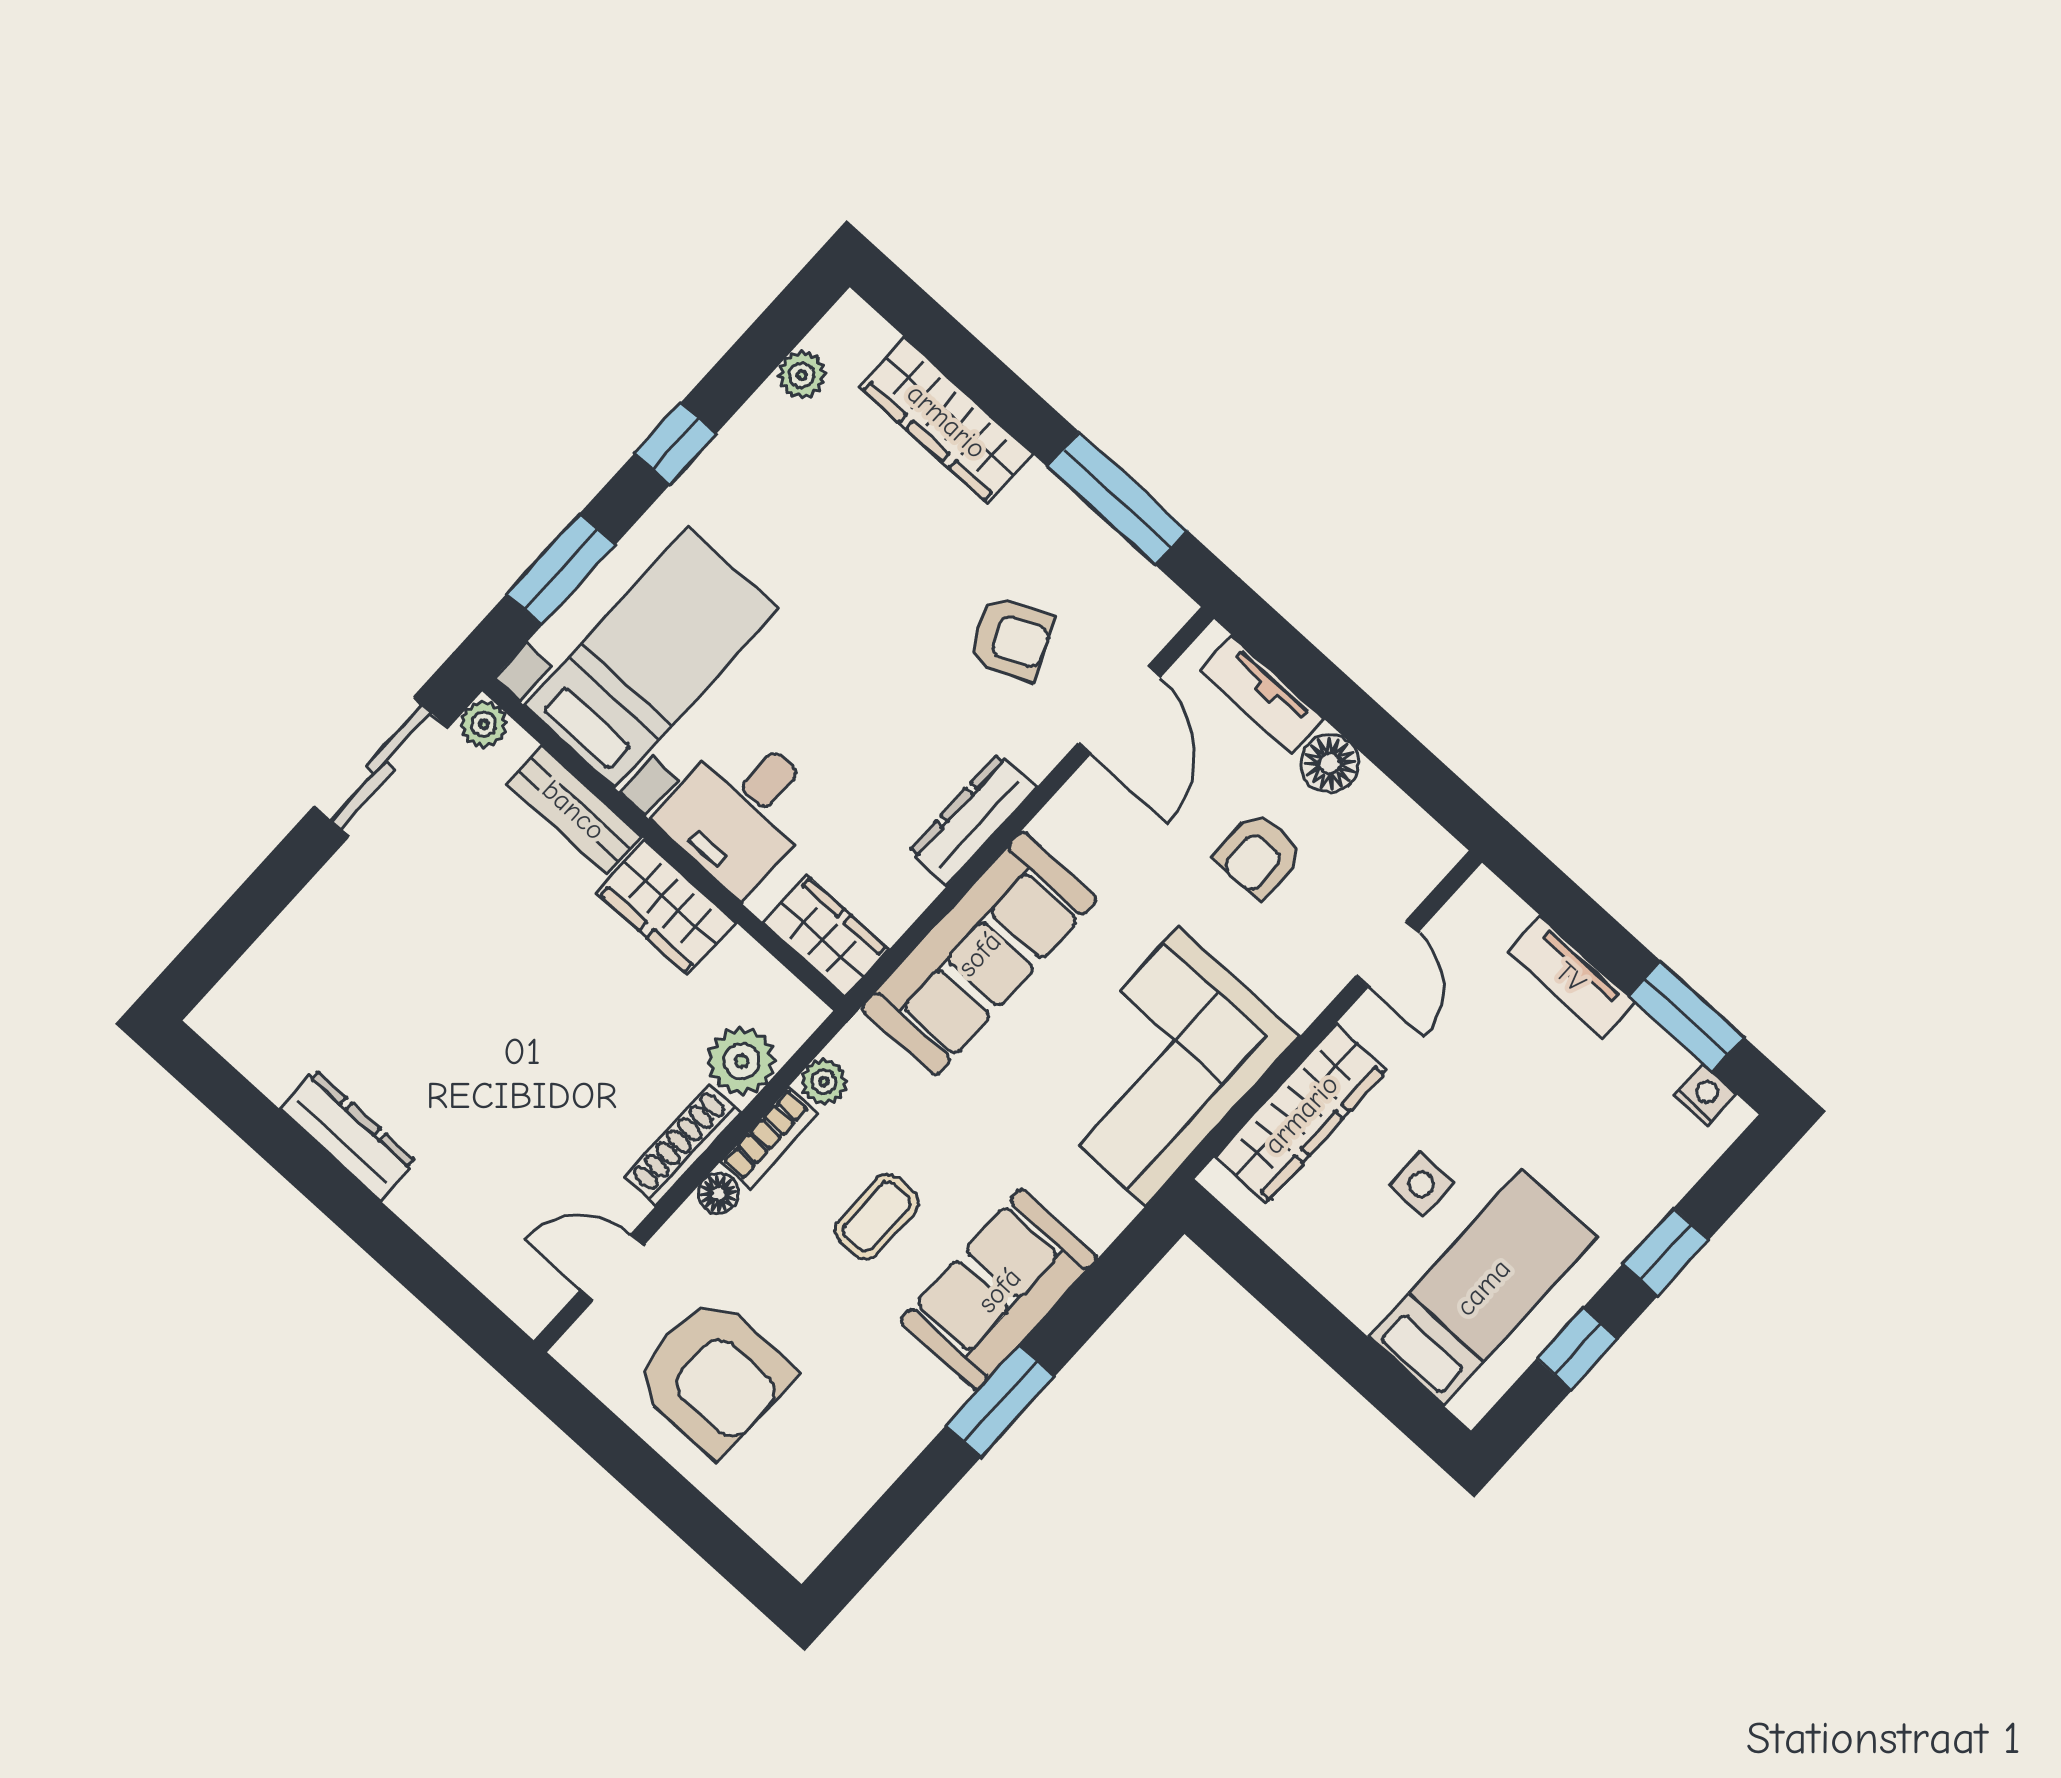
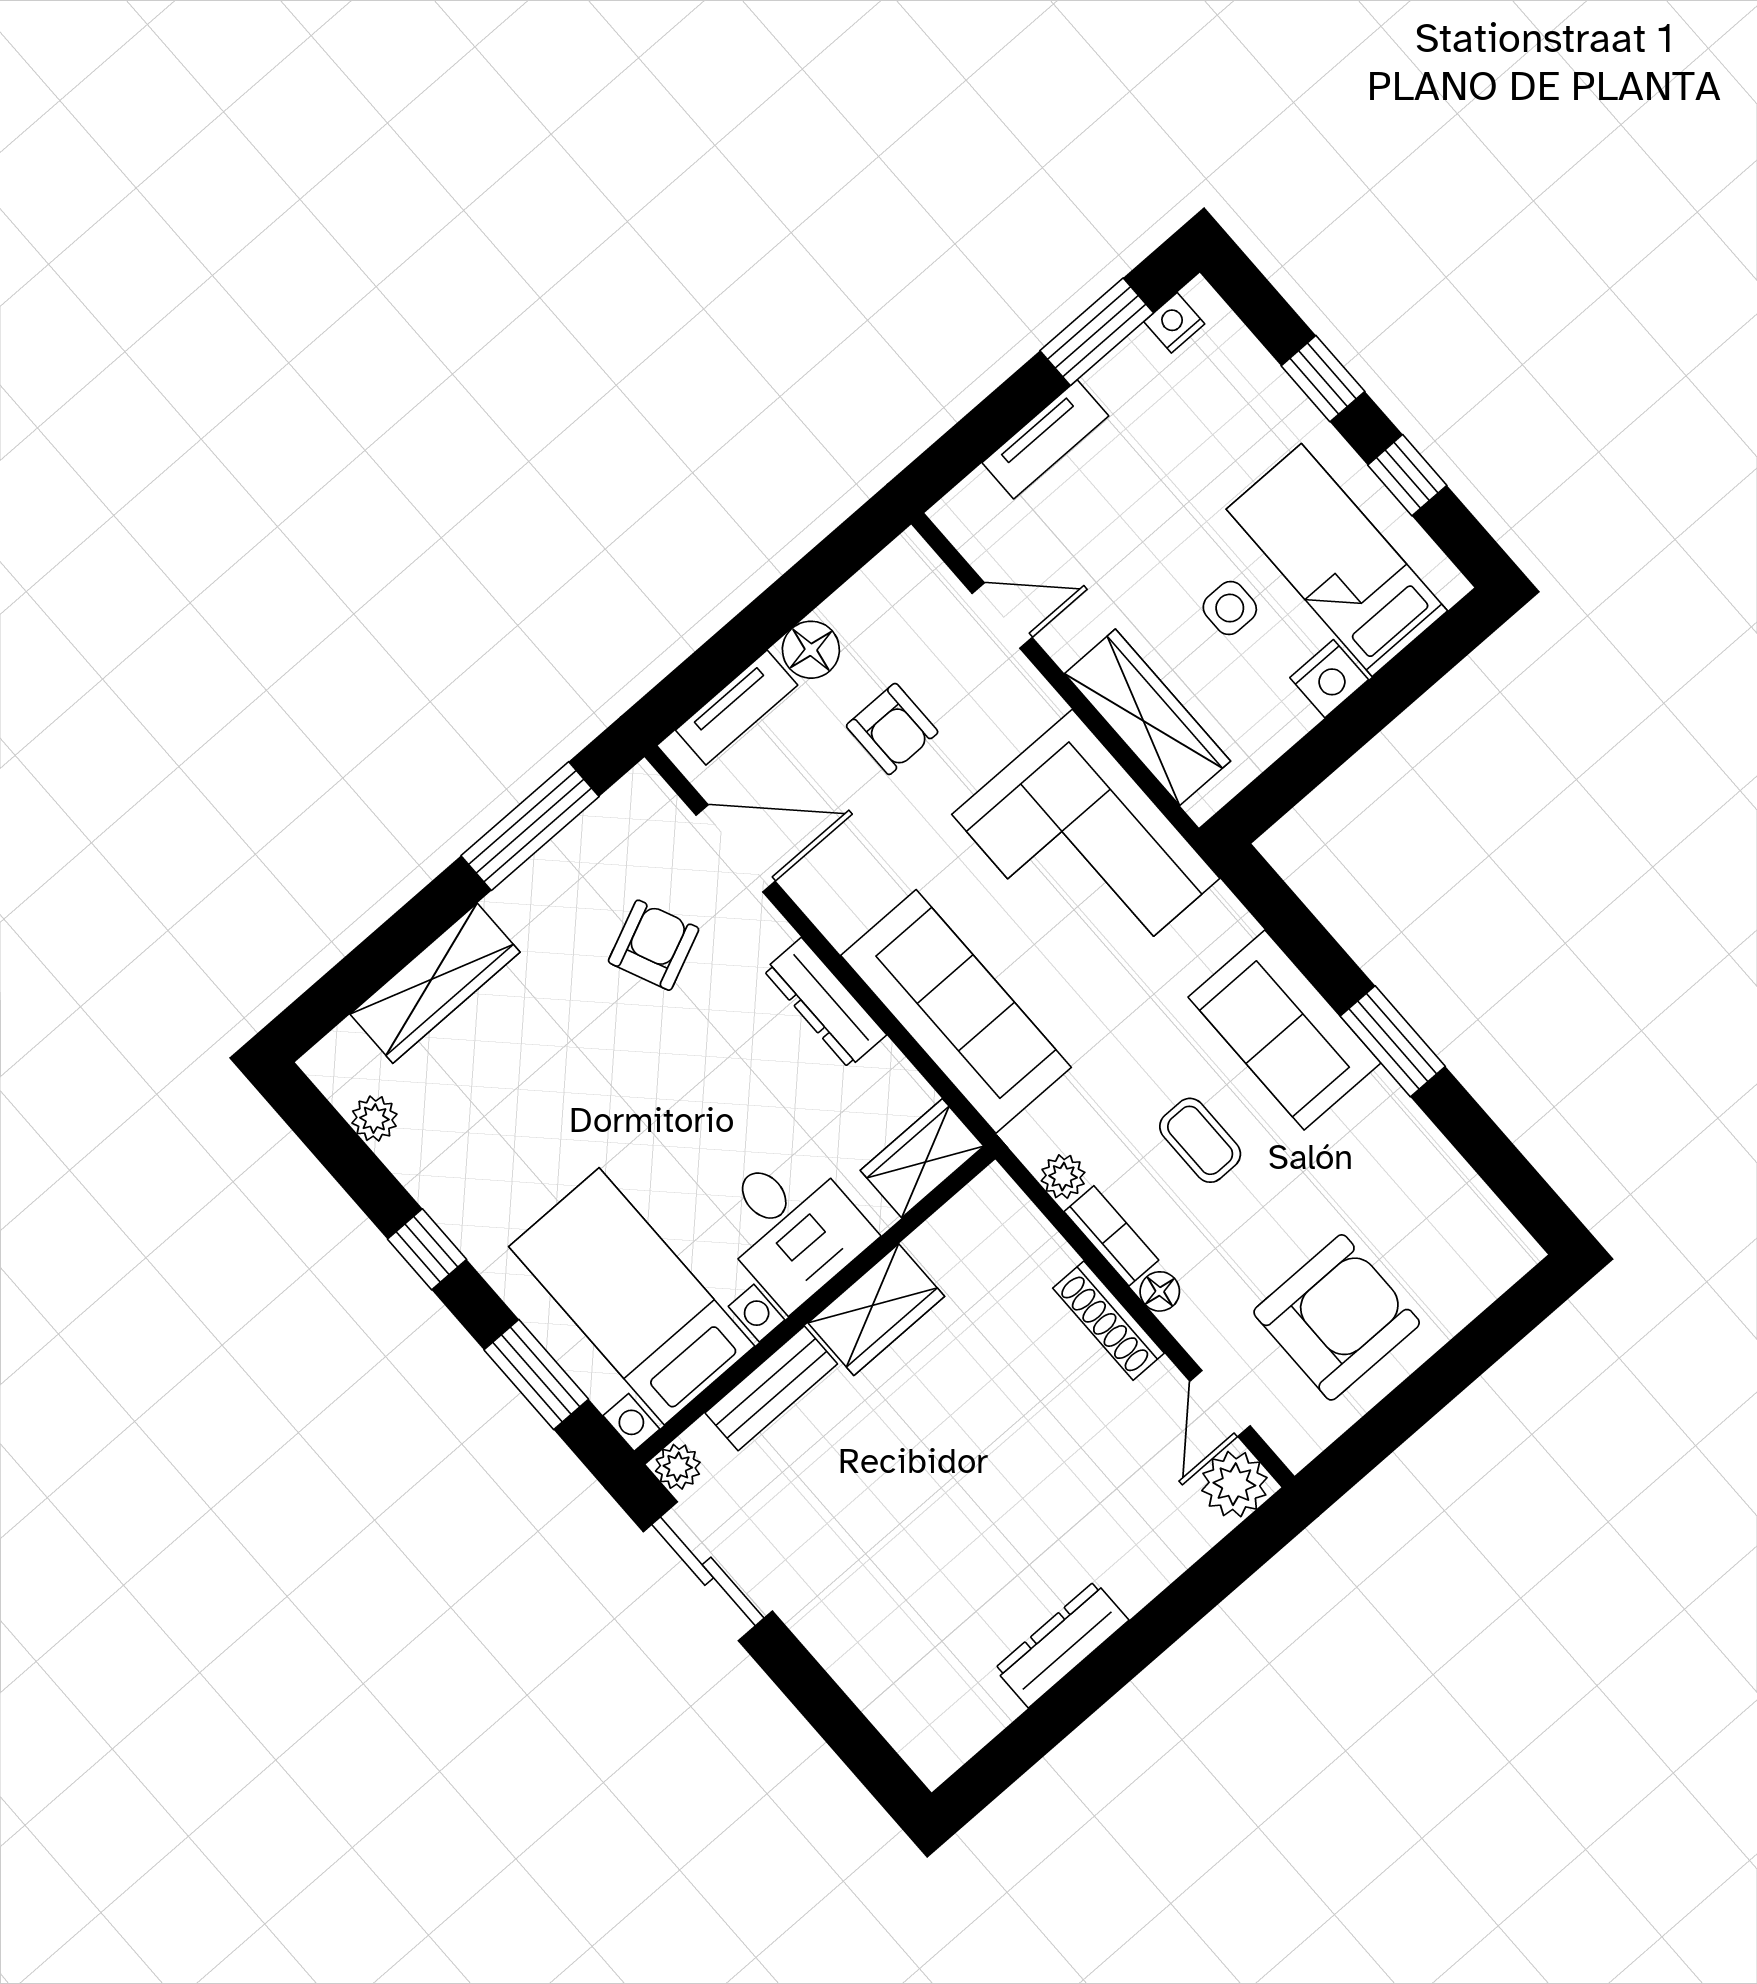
plant: (742, 1061) -> (1234, 1484), moved
nightstand: (1361, 1294) -> (1329, 679), added

